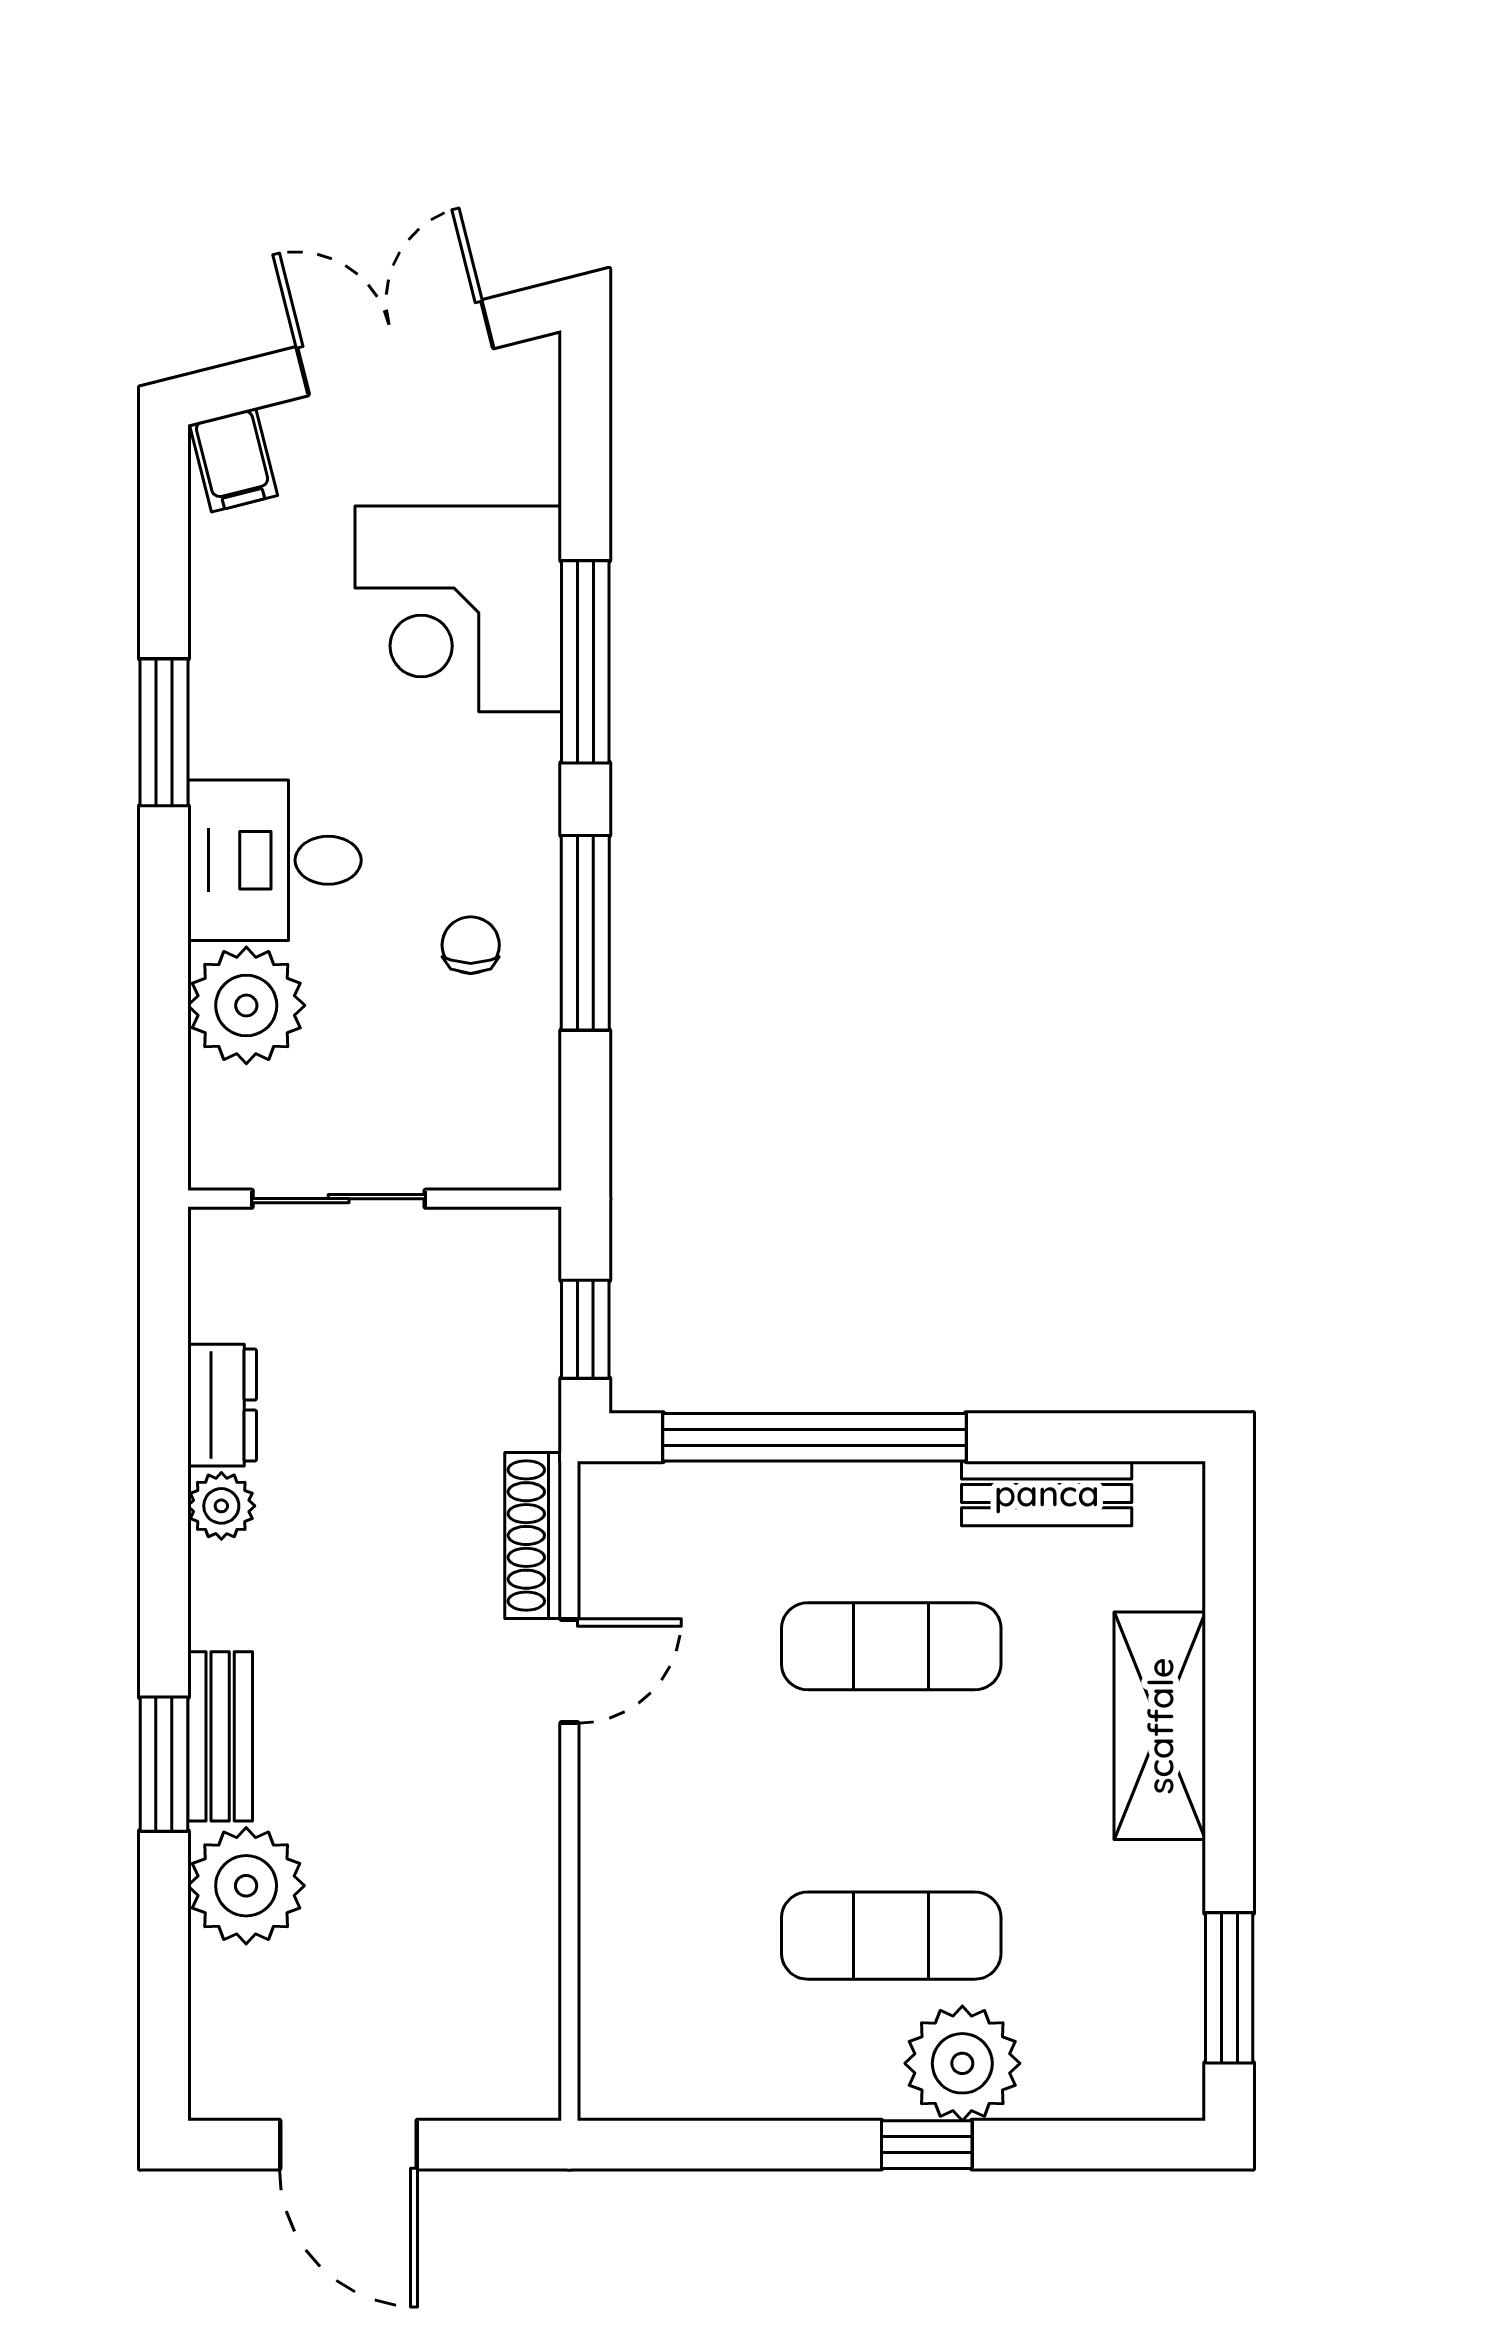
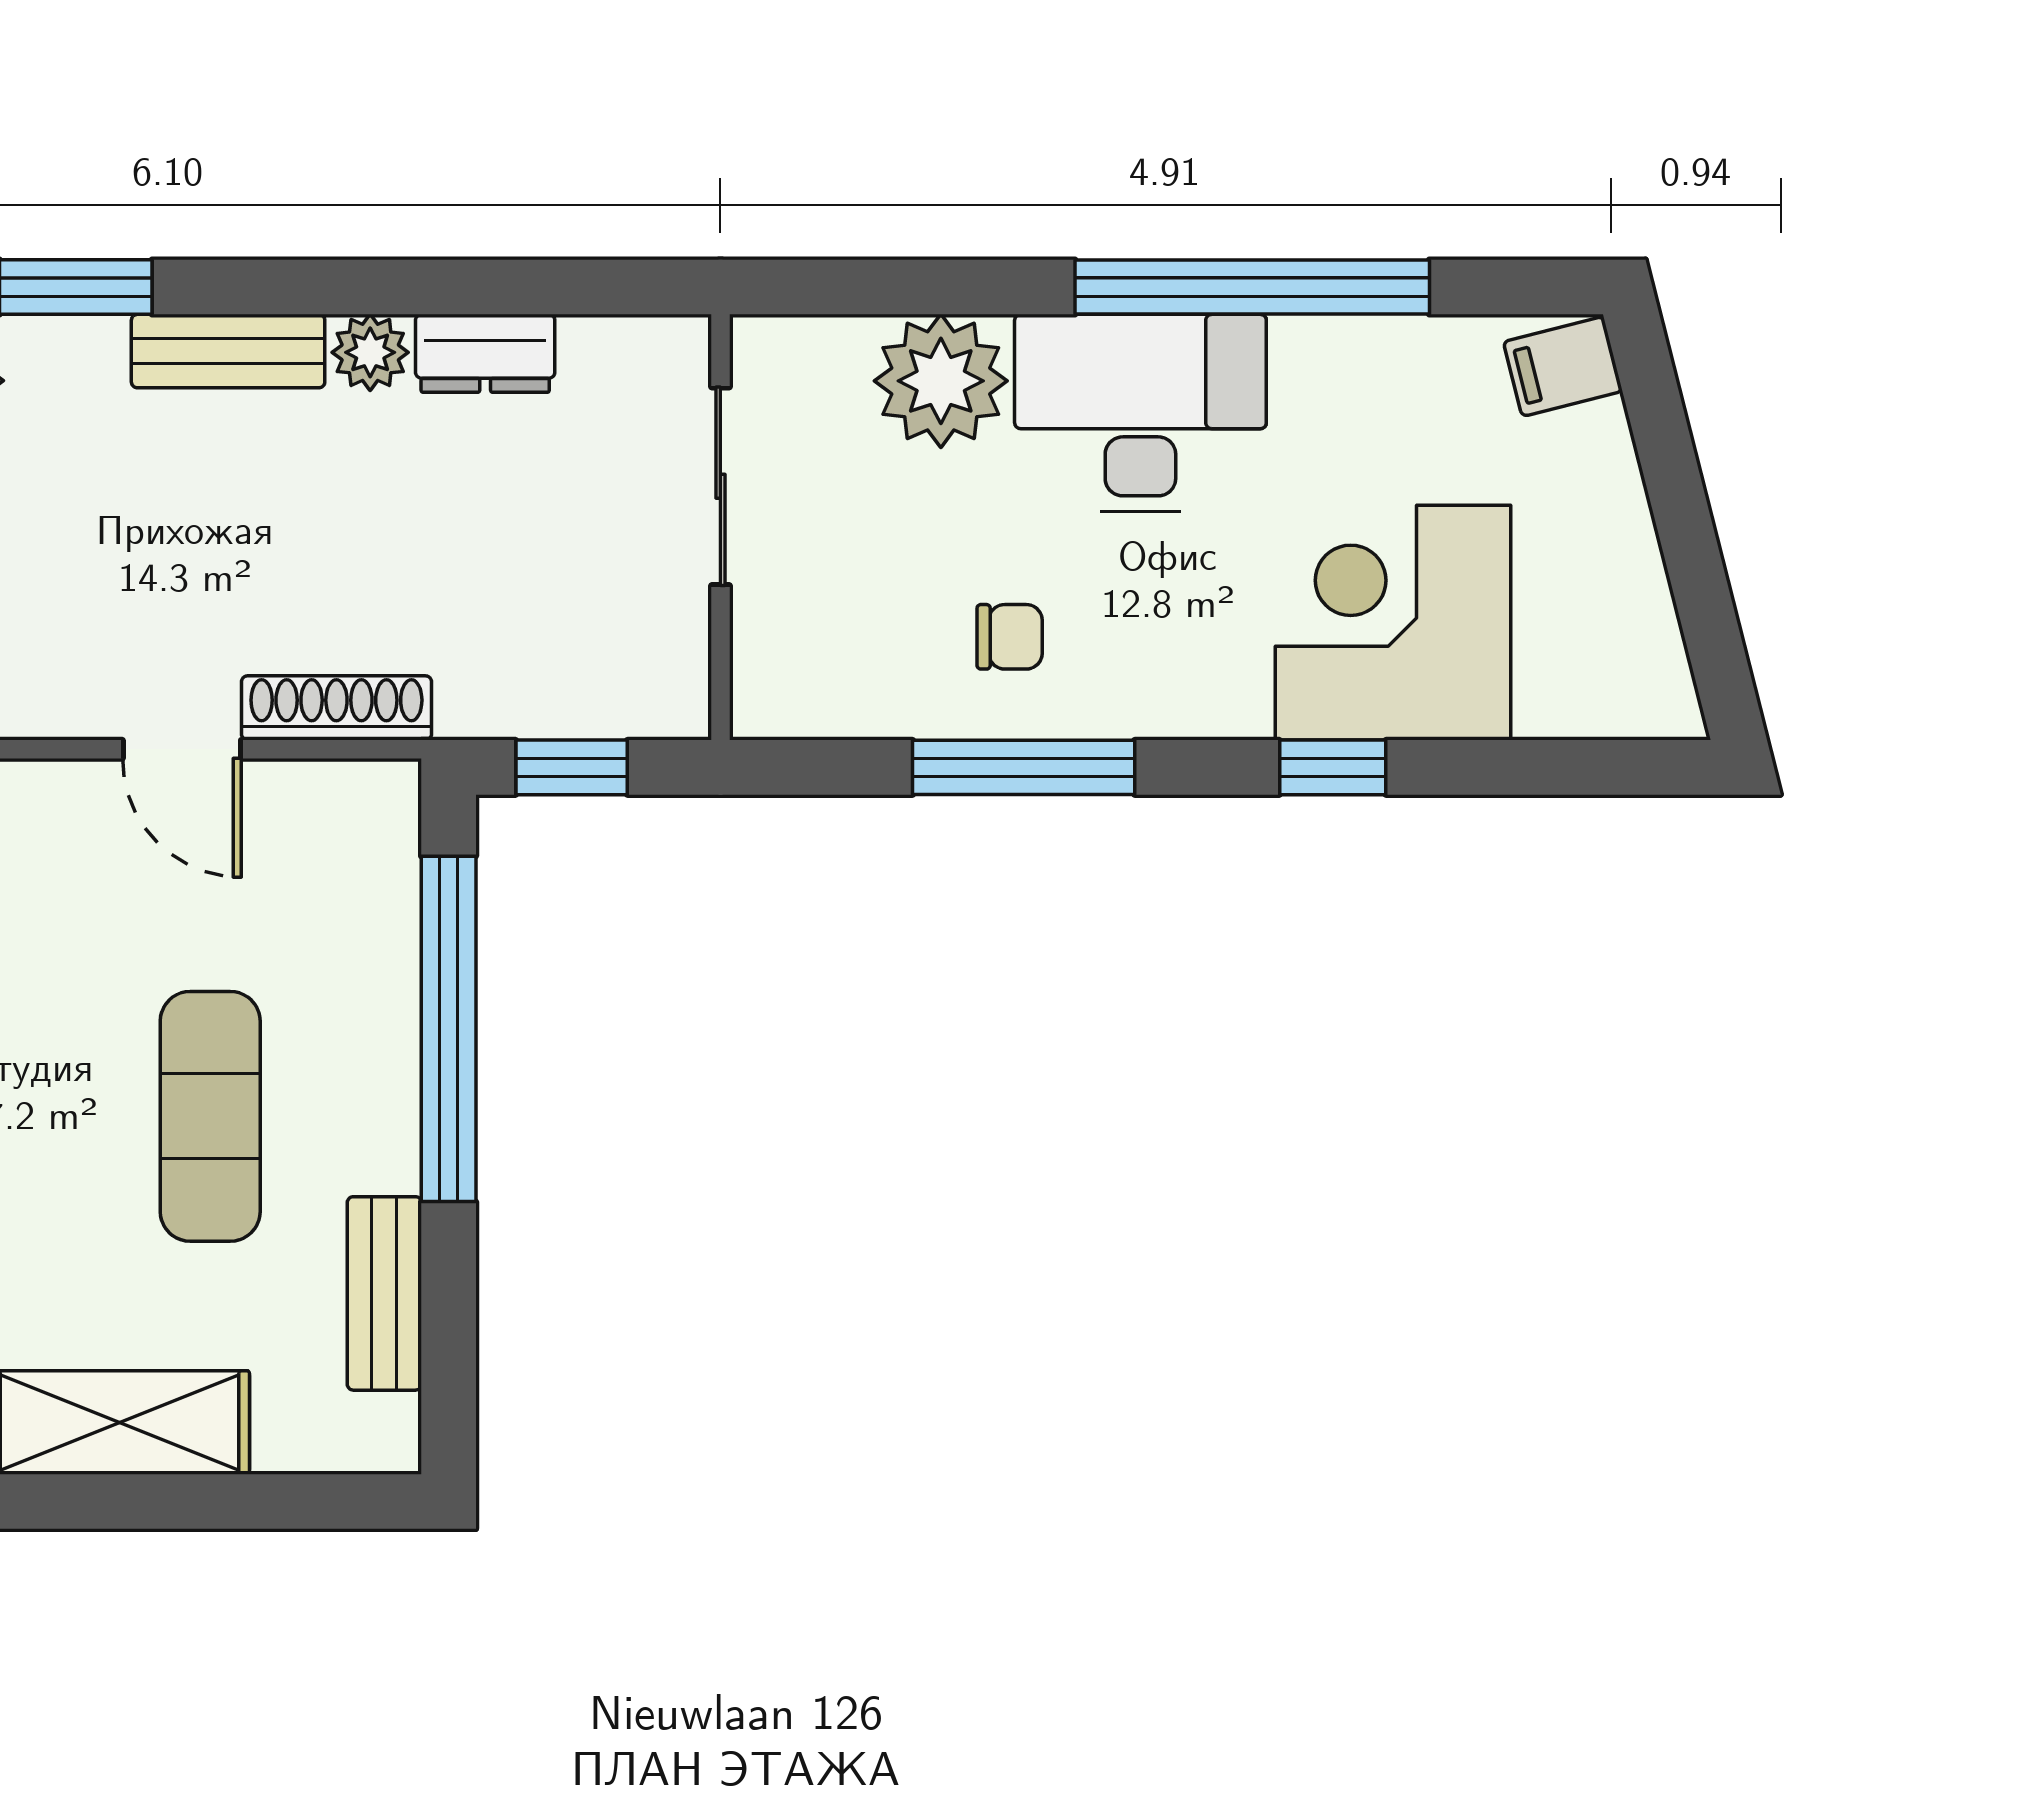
double door: (395, 348) -> (1691, 551), removed
window: (585, 662) -> (1333, 767), width x0.46
window: (164, 732) -> (1252, 287), width x2.11
desk: (274, 860) -> (1140, 413), width x1.37
bench: (220, 1736) -> (228, 351), moved

